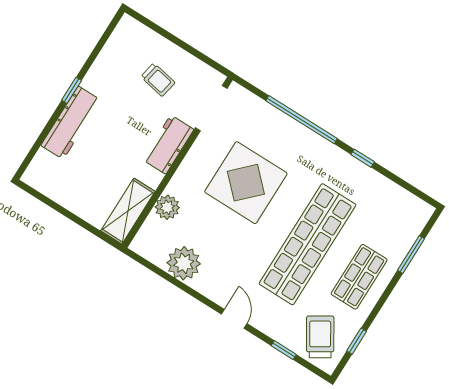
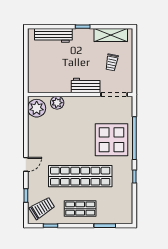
workbench: (71, 123) -> (53, 35), moved
display table: (246, 183) -> (111, 140), moved
shelving: (128, 211) -> (111, 35), moved
plant: (184, 263) -> (37, 108), moved

